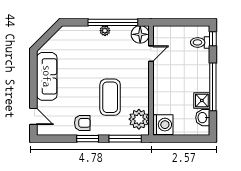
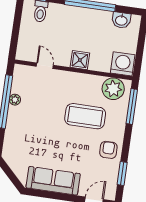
plant: (105, 31) -> (15, 100), moved
floor lamp: (140, 34) -> (23, 74), removed
shower: (202, 100) -> (80, 60), moved
window: (88, 139) -> (122, 174), moved

